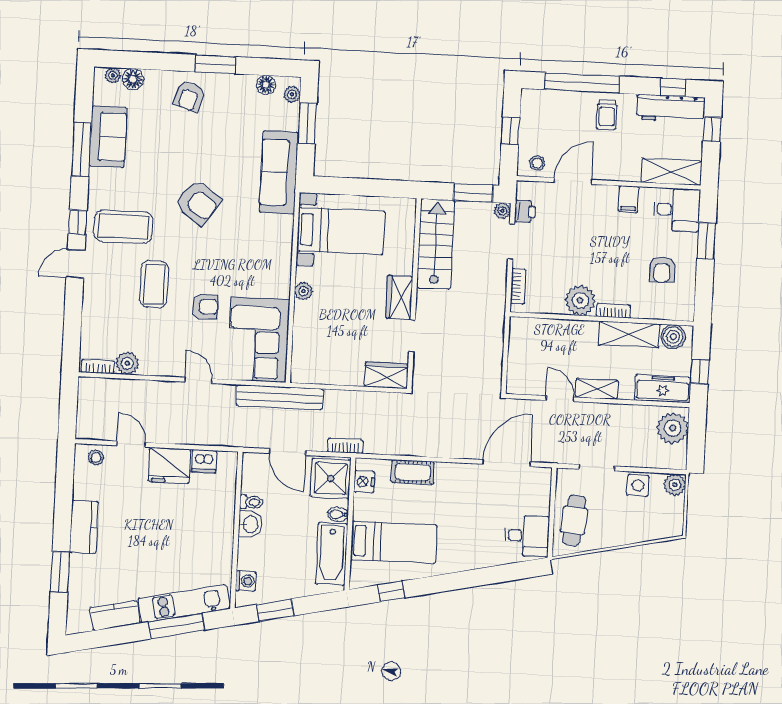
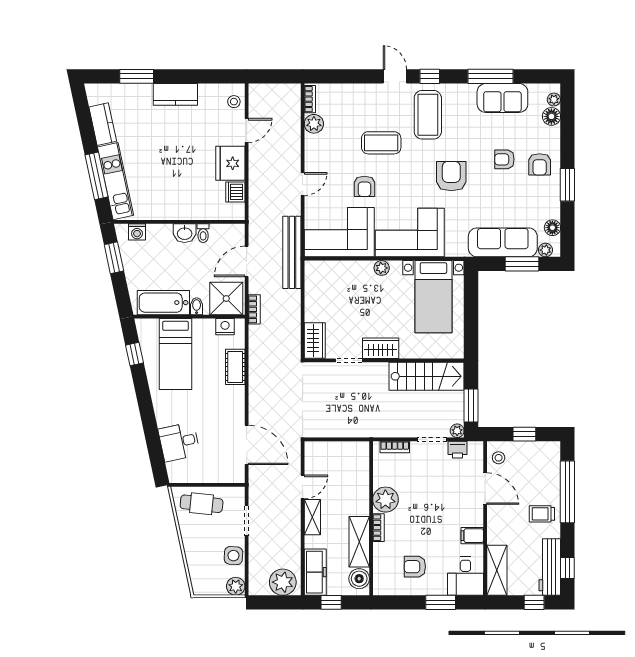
armchair: (189, 96) -> (540, 164), turned -107
armchair: (181, 138) -> (504, 159), added
sofa: (279, 172) -> (503, 242), moved
armchair: (198, 202) -> (451, 176), turned 146
corner sofa: (263, 255) -> (410, 233), added
desk: (527, 536) -> (179, 442), moved, turned 78

